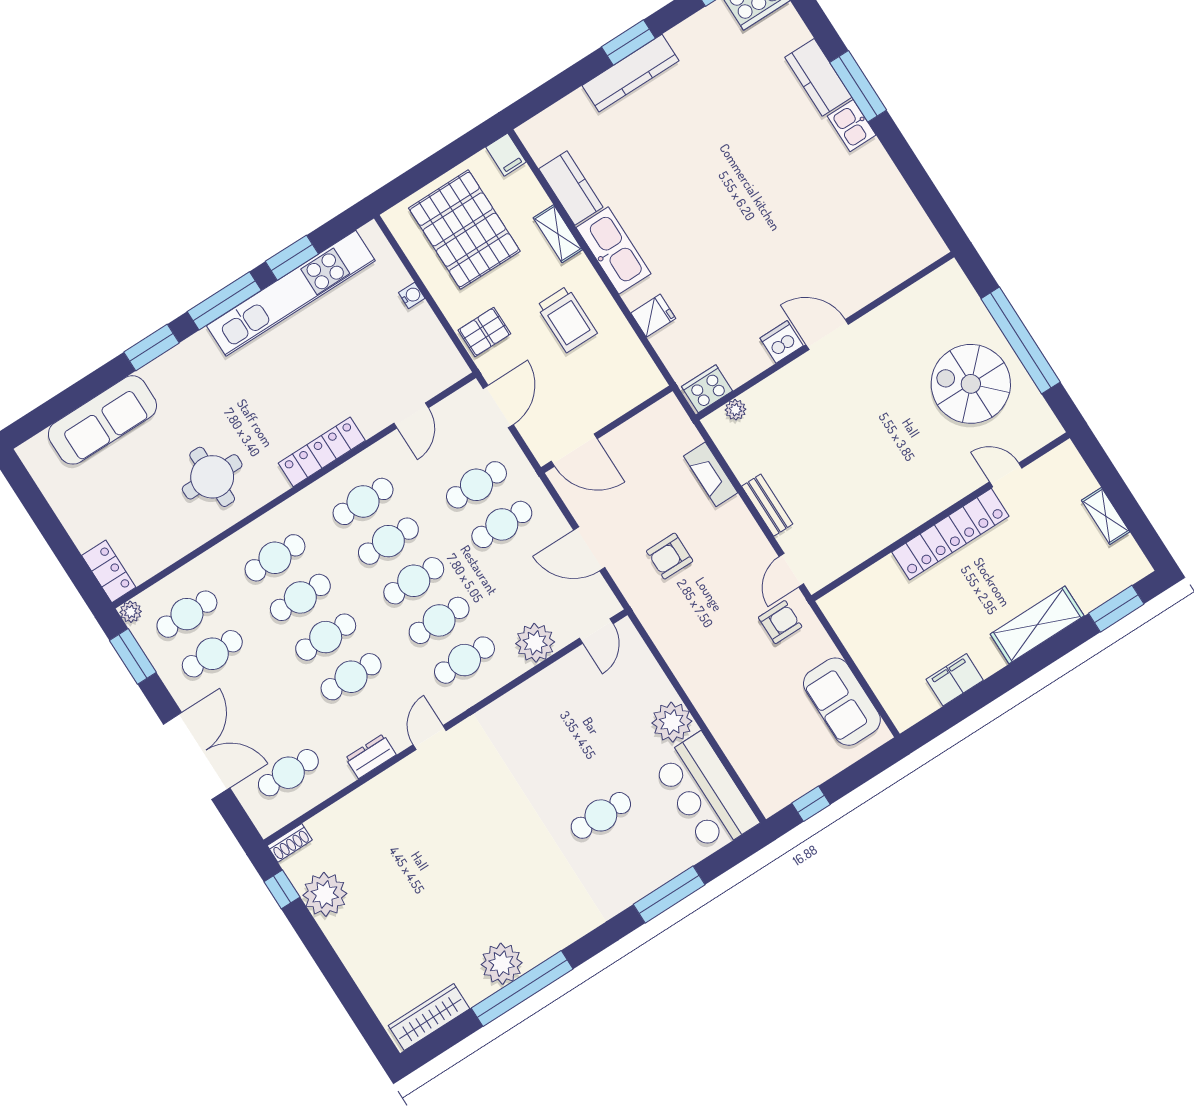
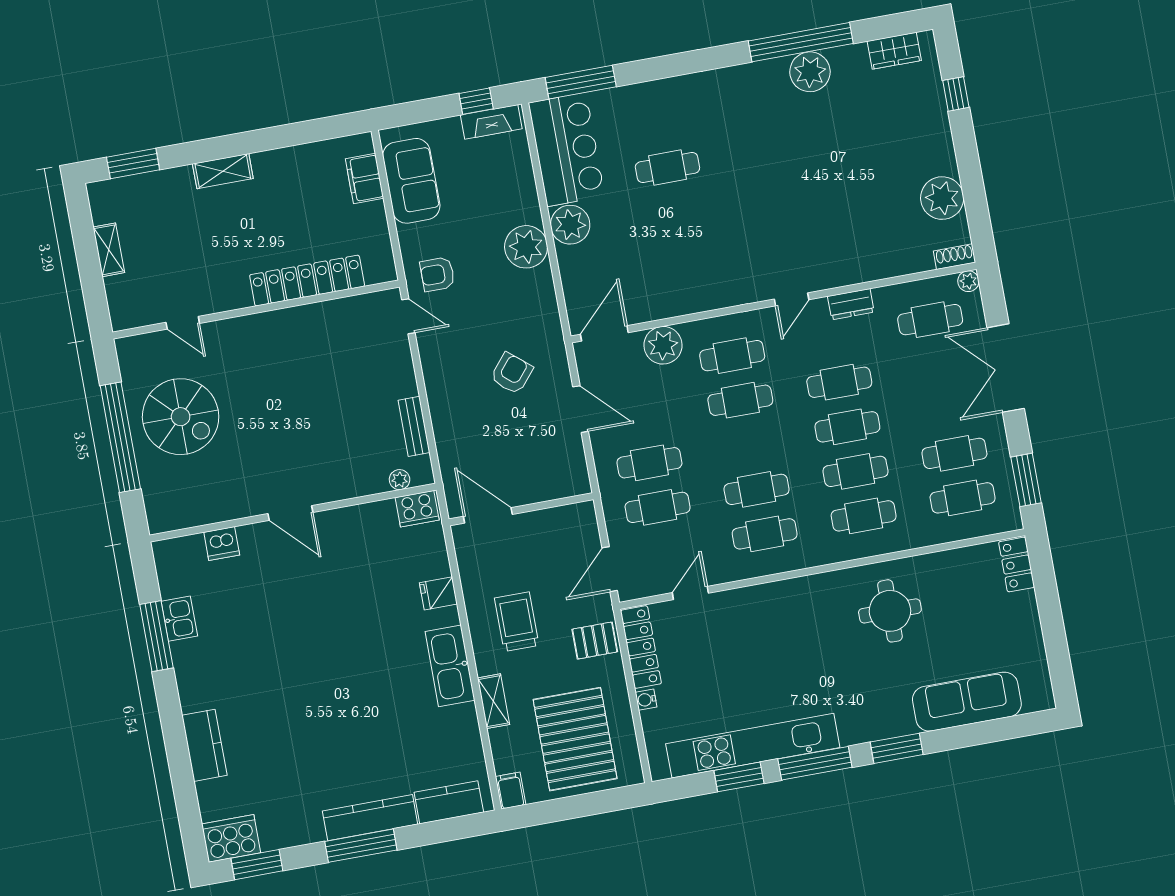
window: (628, 43) -> (361, 846), width x1.44
window: (858, 86) -> (156, 636), moved
kitchen sink: (852, 126) -> (179, 619), moved
kitchen counter: (571, 188) -> (449, 802), moved, turned 90
dishwasher: (782, 342) -> (222, 544), moved
door: (574, 450) -> (488, 515), moved
locker: (322, 452) -> (641, 647), moved, turned -90
fireplace: (711, 474) -> (491, 122), moved, turned 90
bench: (767, 505) -> (414, 426), moved
locker: (950, 534) -> (307, 281), moved
armchair: (670, 556) -> (512, 373), turned -50
door: (791, 570) -> (408, 316), hinge flipped
cafe table: (414, 581) -> (748, 445), removed
plant: (131, 612) -> (968, 281), moved
shelving: (1037, 625) -> (223, 171), width x0.67, depth x0.75
door: (596, 631) -> (604, 333), width x1.37
filing cabinet: (955, 680) -> (365, 178), moved, turned 90
plant: (706, 683) -> (526, 247), added
window: (282, 889) -> (956, 94), moved
window: (669, 894) -> (581, 82), moved
wardrobe: (429, 1017) -> (894, 51), width x0.67

